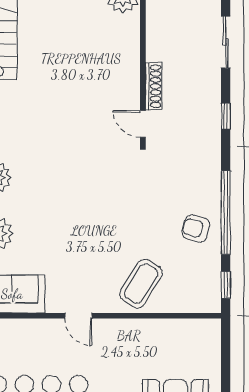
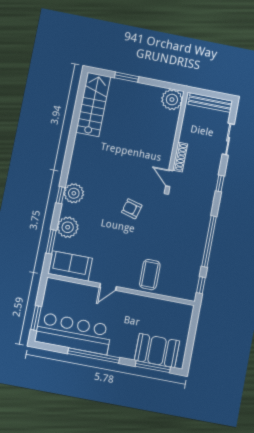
armchair: (196, 229) -> (132, 209), moved
coffee table: (141, 284) -> (150, 275), turned -32
door: (78, 316) -> (108, 287), hinge flipped

